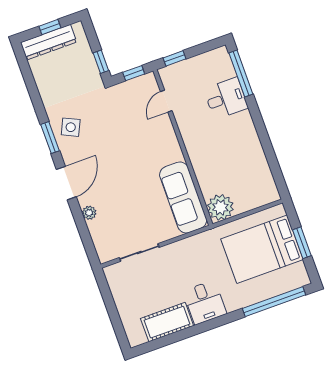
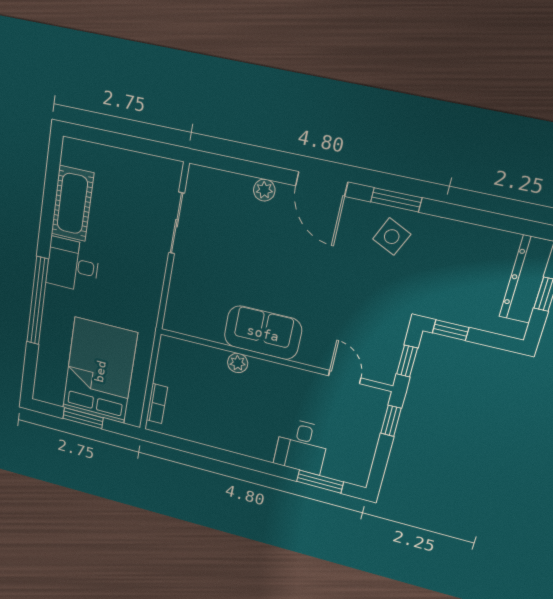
window: (241, 74) -> (320, 482), width x0.69
sofa: (183, 198) -> (263, 333), moved, width x0.73
bookcase: (259, 201) -> (157, 404), added
plant: (220, 207) -> (238, 363), moved, width x0.53, depth x0.53
window: (274, 302) -> (38, 301), moved

